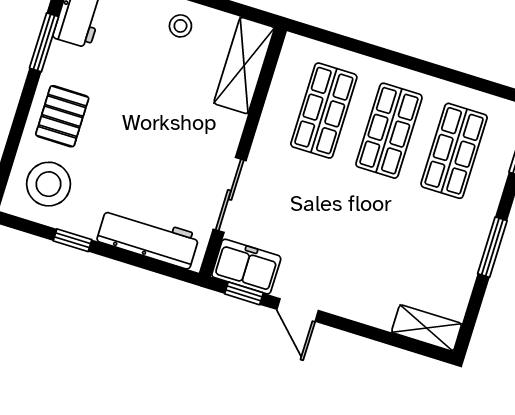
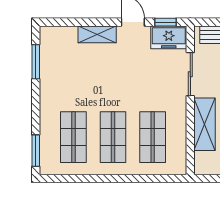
shelving: (244, 65) -> (204, 124), moved
window: (492, 247) -> (36, 62), moved
shelving: (427, 328) -> (97, 34), moved

